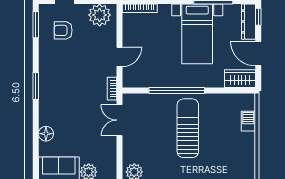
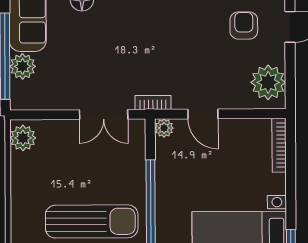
plant: (128, 82) -> (164, 128), added
double door: (120, 120) -> (104, 114), swing flipped

